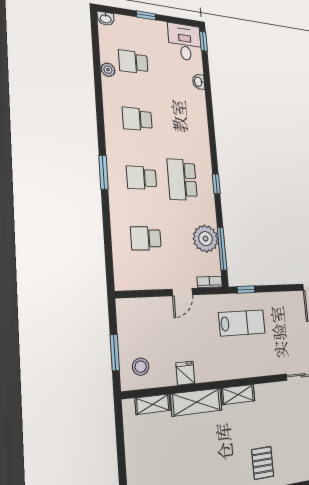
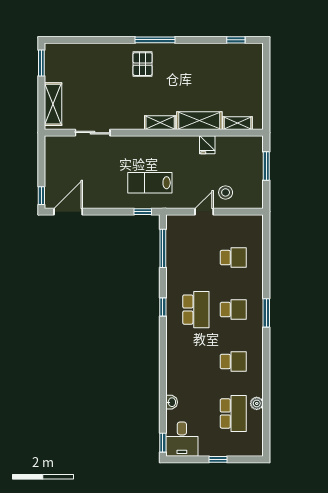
washbasin: (106, 19) -> (256, 450), removed
school desk: (133, 62) -> (233, 413), width x1.85
plant: (206, 239) -> (178, 257), removed
bookcase: (210, 282) -> (178, 219), removed
stool: (141, 367) -> (226, 192), moved

